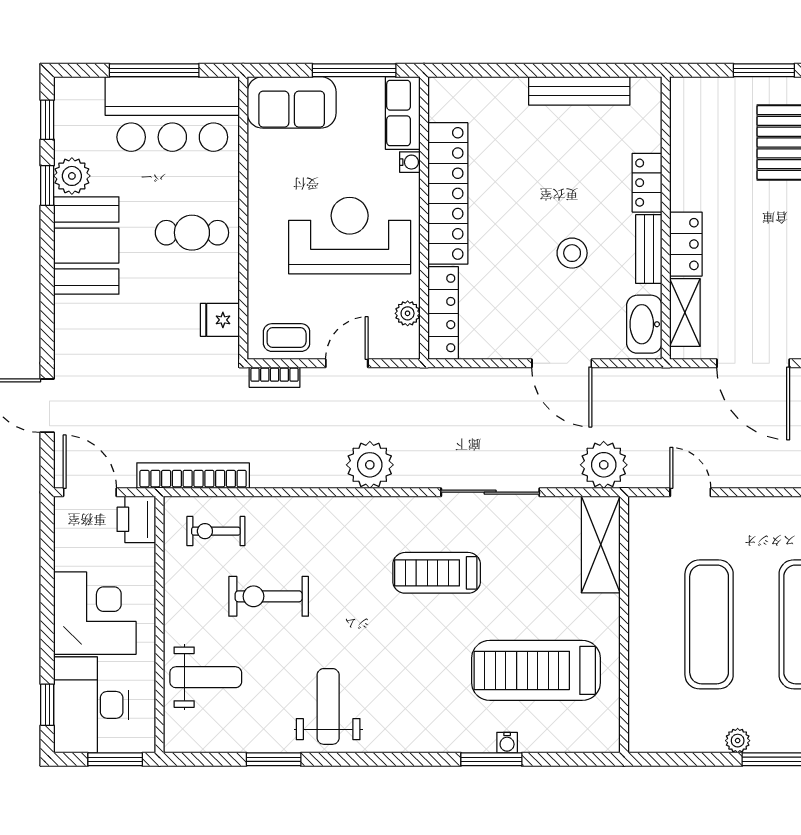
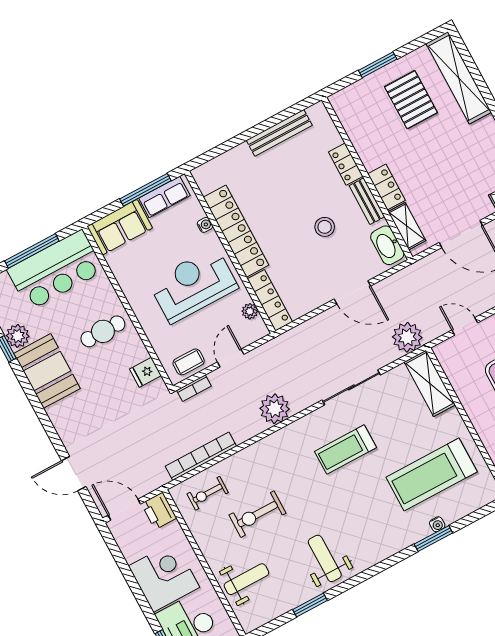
row of seats: (403, 113) -> (164, 197), moved, turned -90
bookcase: (193, 476) -> (201, 456), moved

